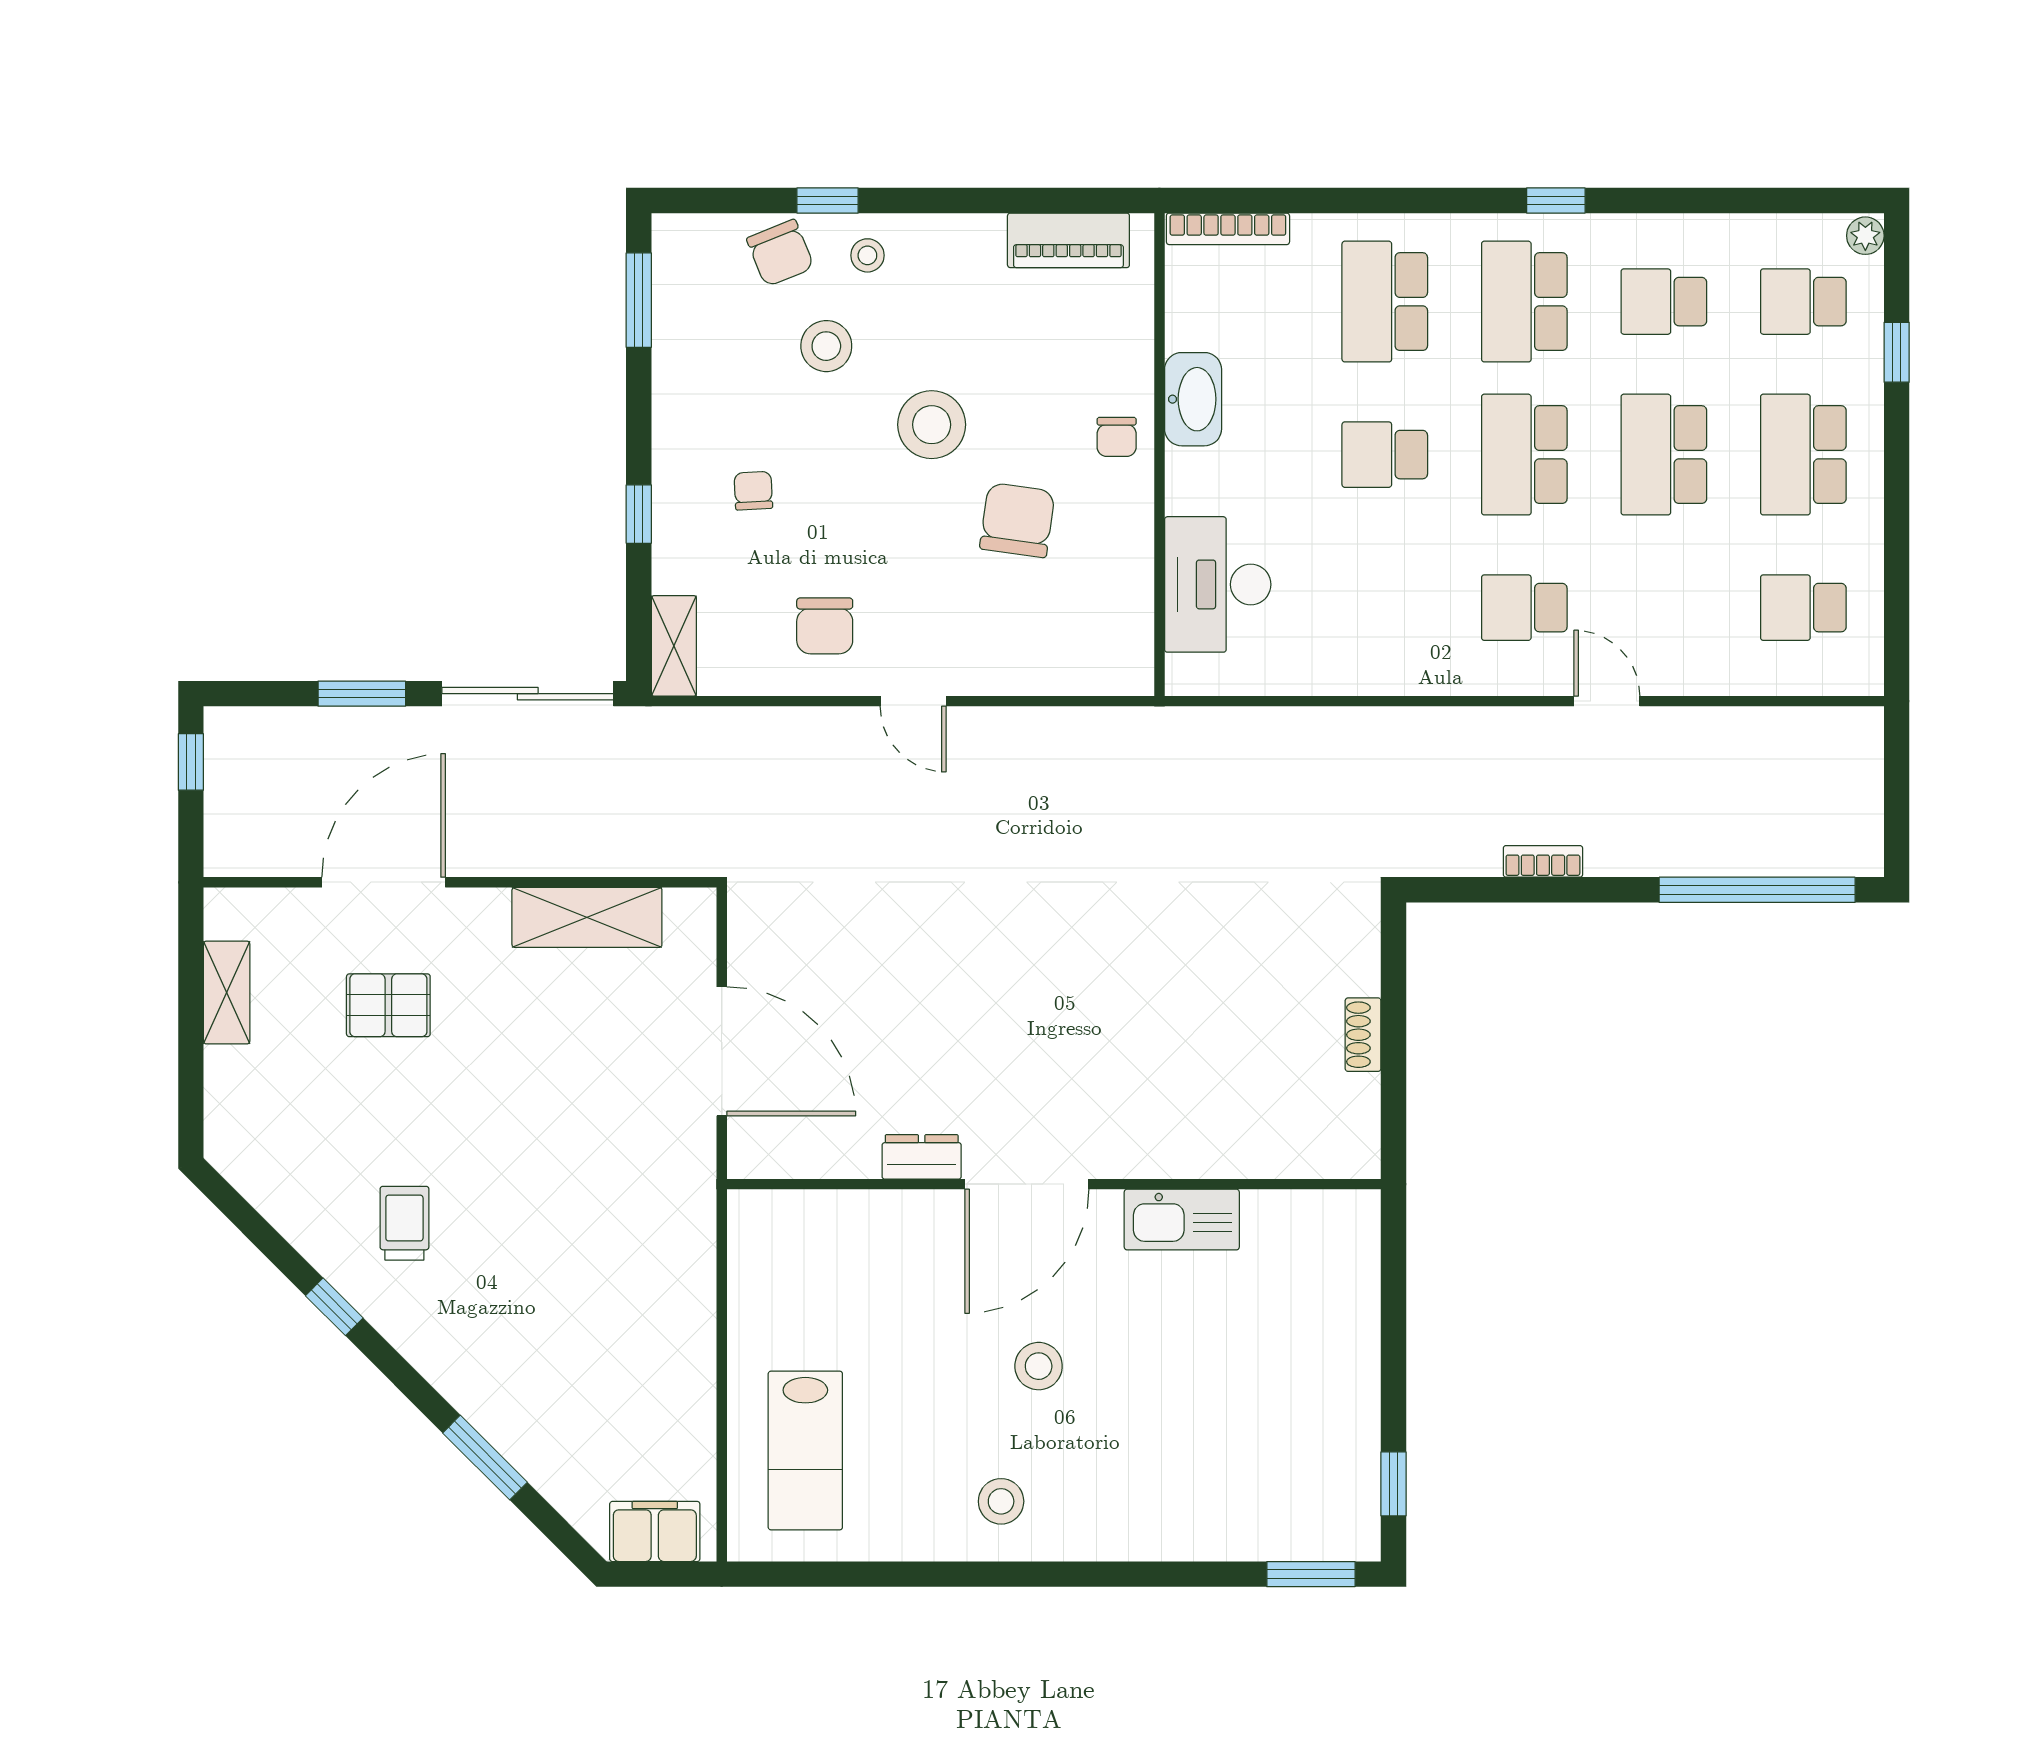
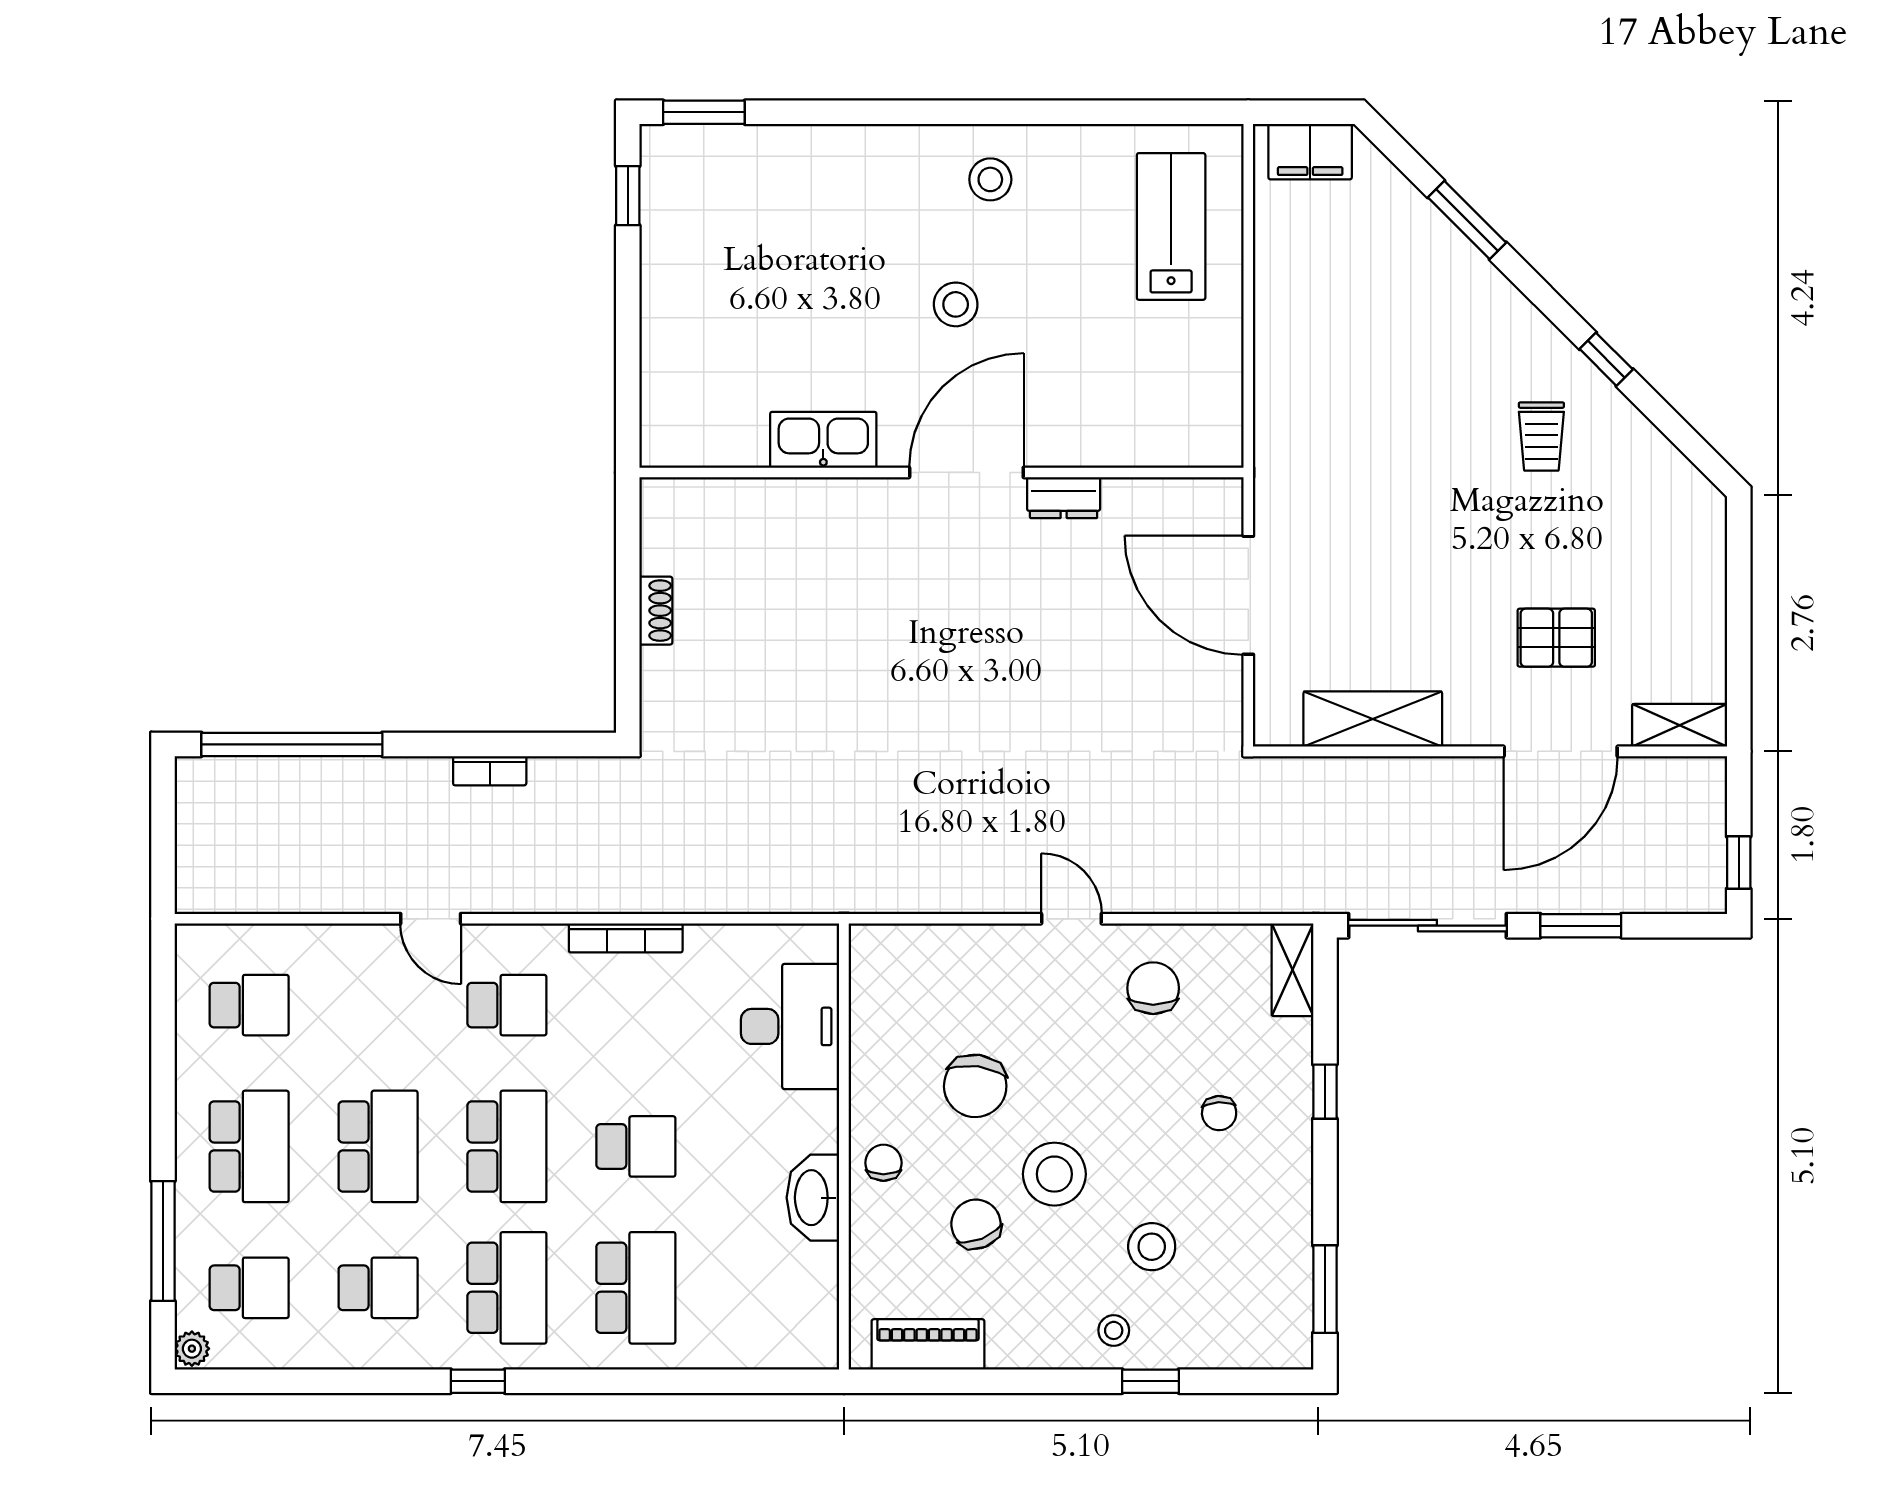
bookcase: (1228, 229) -> (626, 938), moved, turned 180
chair: (780, 253) -> (976, 1224), moved
window: (1897, 352) -> (163, 1241), width x2.17
shelving: (227, 993) -> (1680, 725), moved, turned 90

